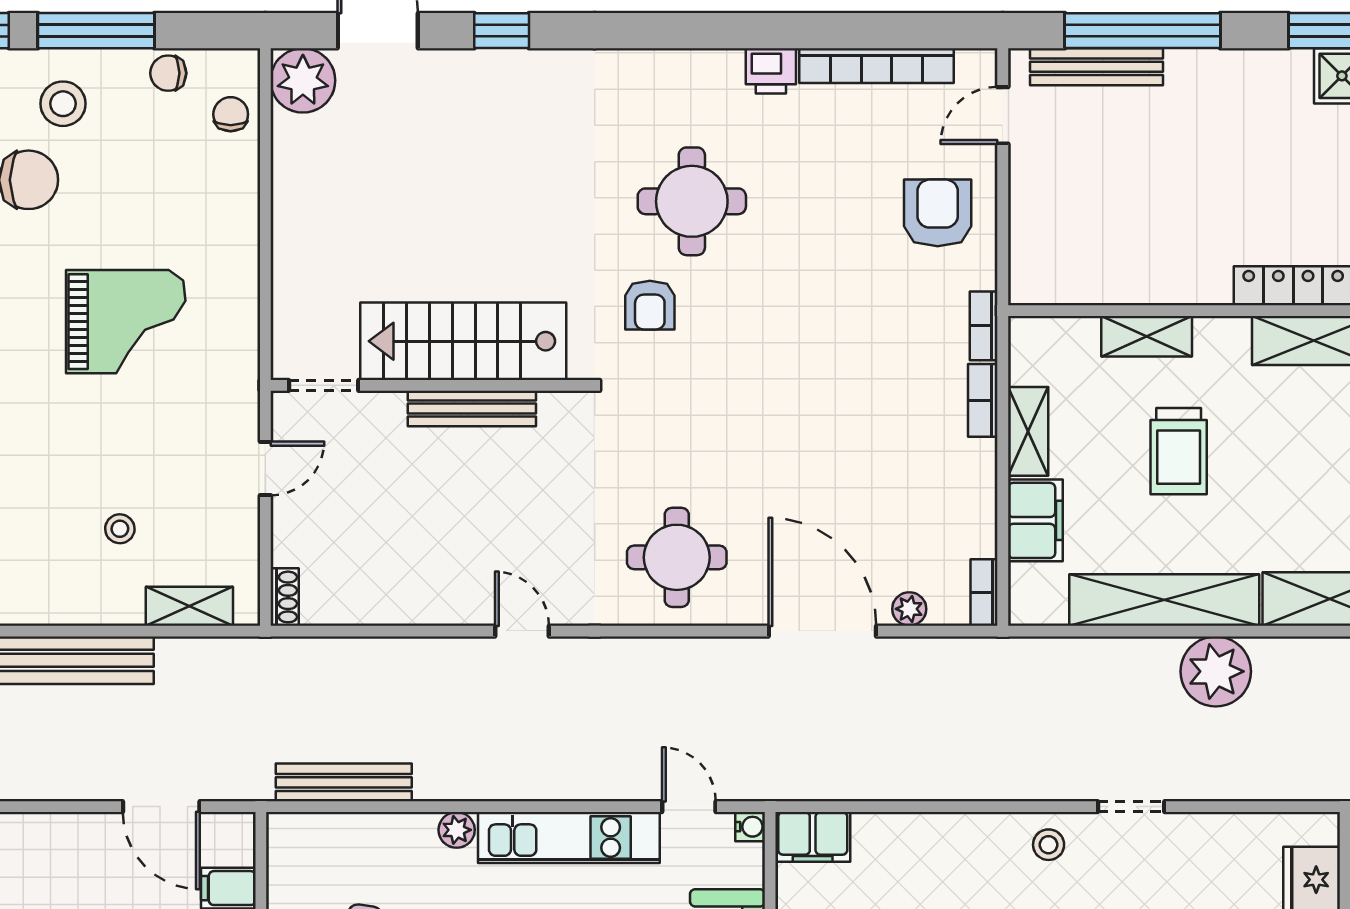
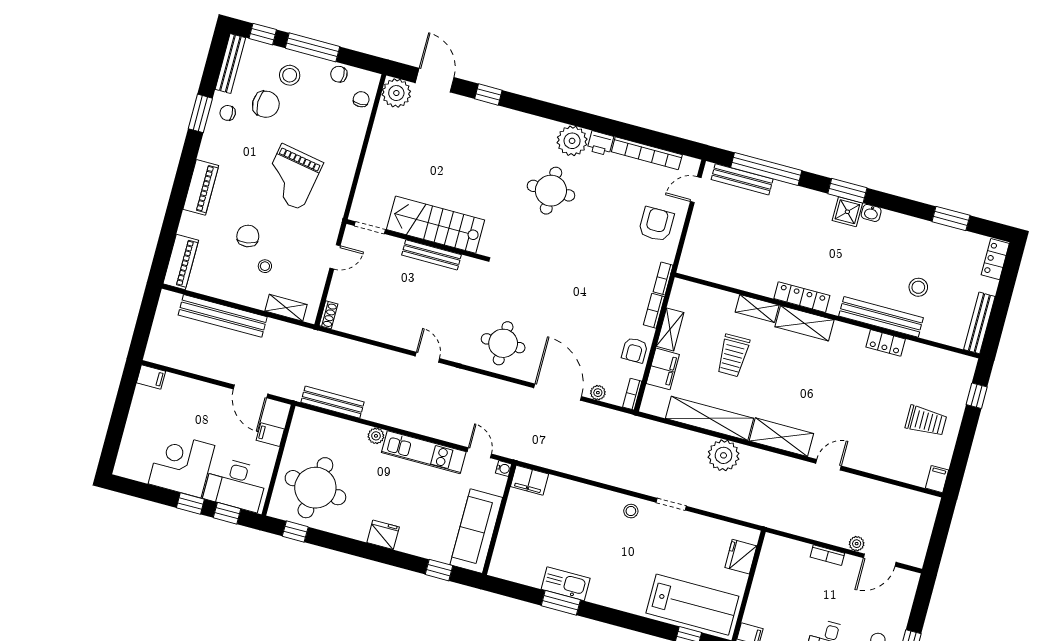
plant: (709, 82) -> (572, 141), added
armchair: (650, 305) -> (635, 350), moved
grand piano: (126, 322) -> (292, 177), turned 100
shelving: (1147, 336) -> (757, 309), moved
chair: (66, 474) -> (248, 236), added

